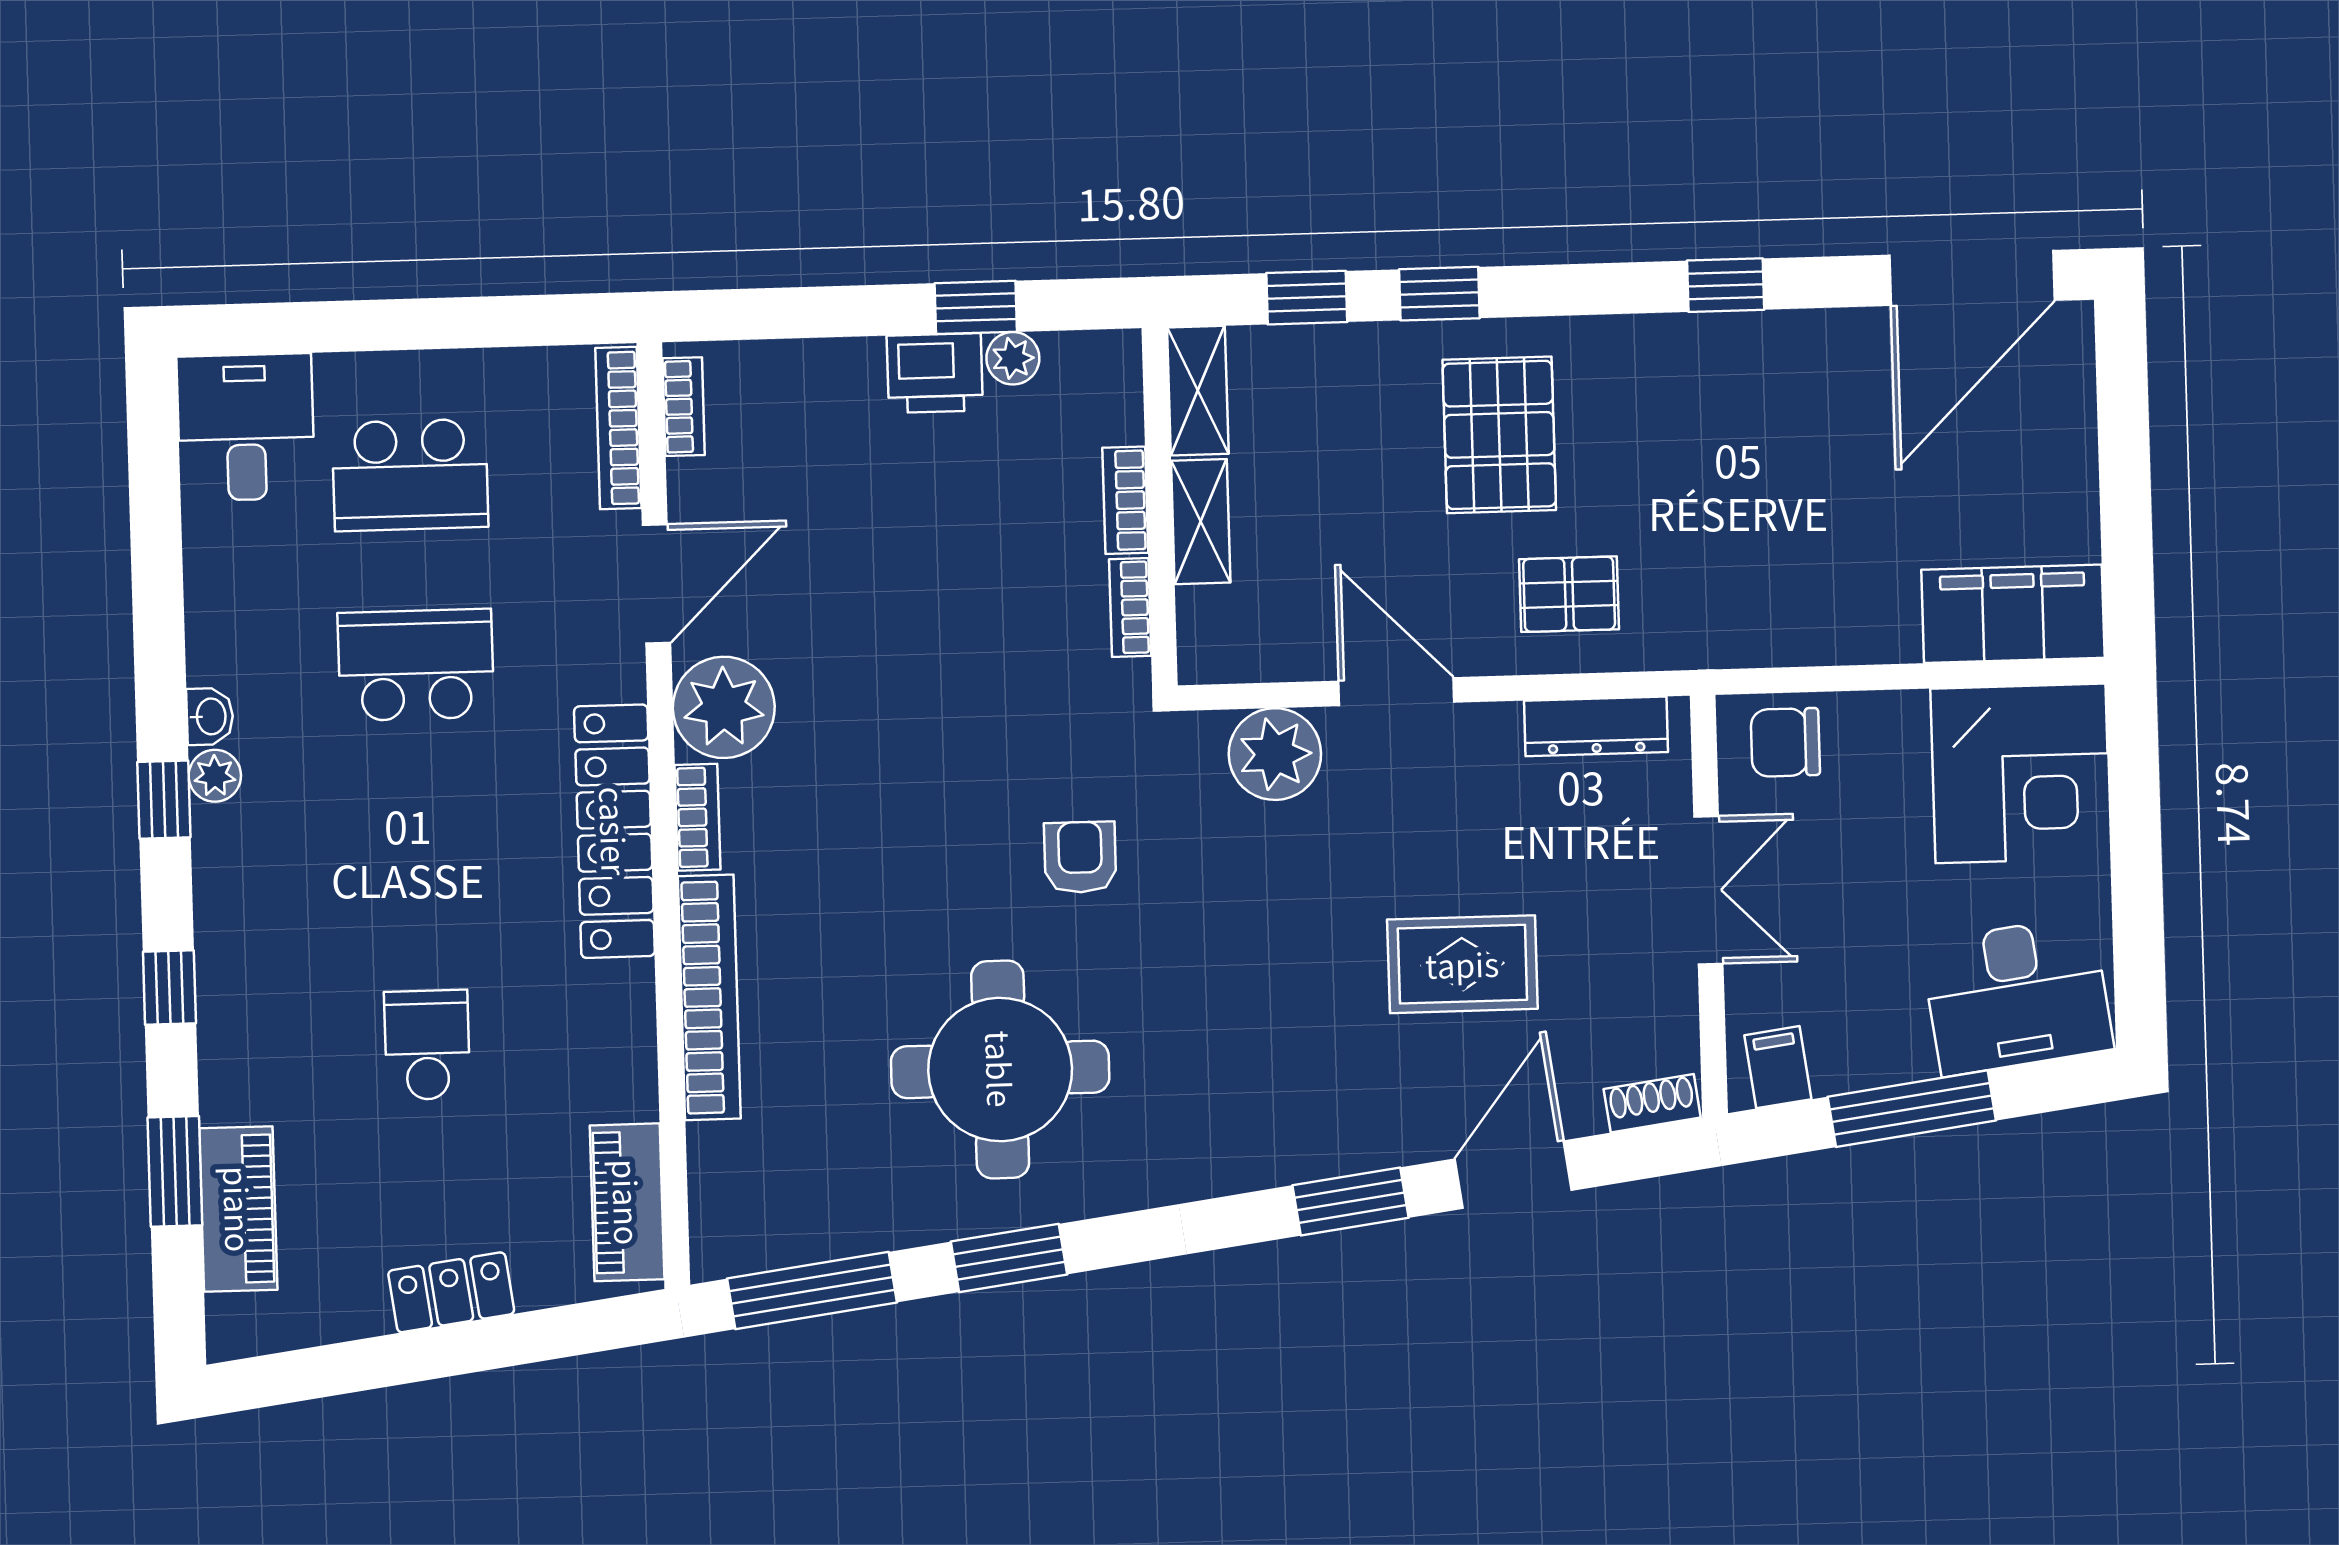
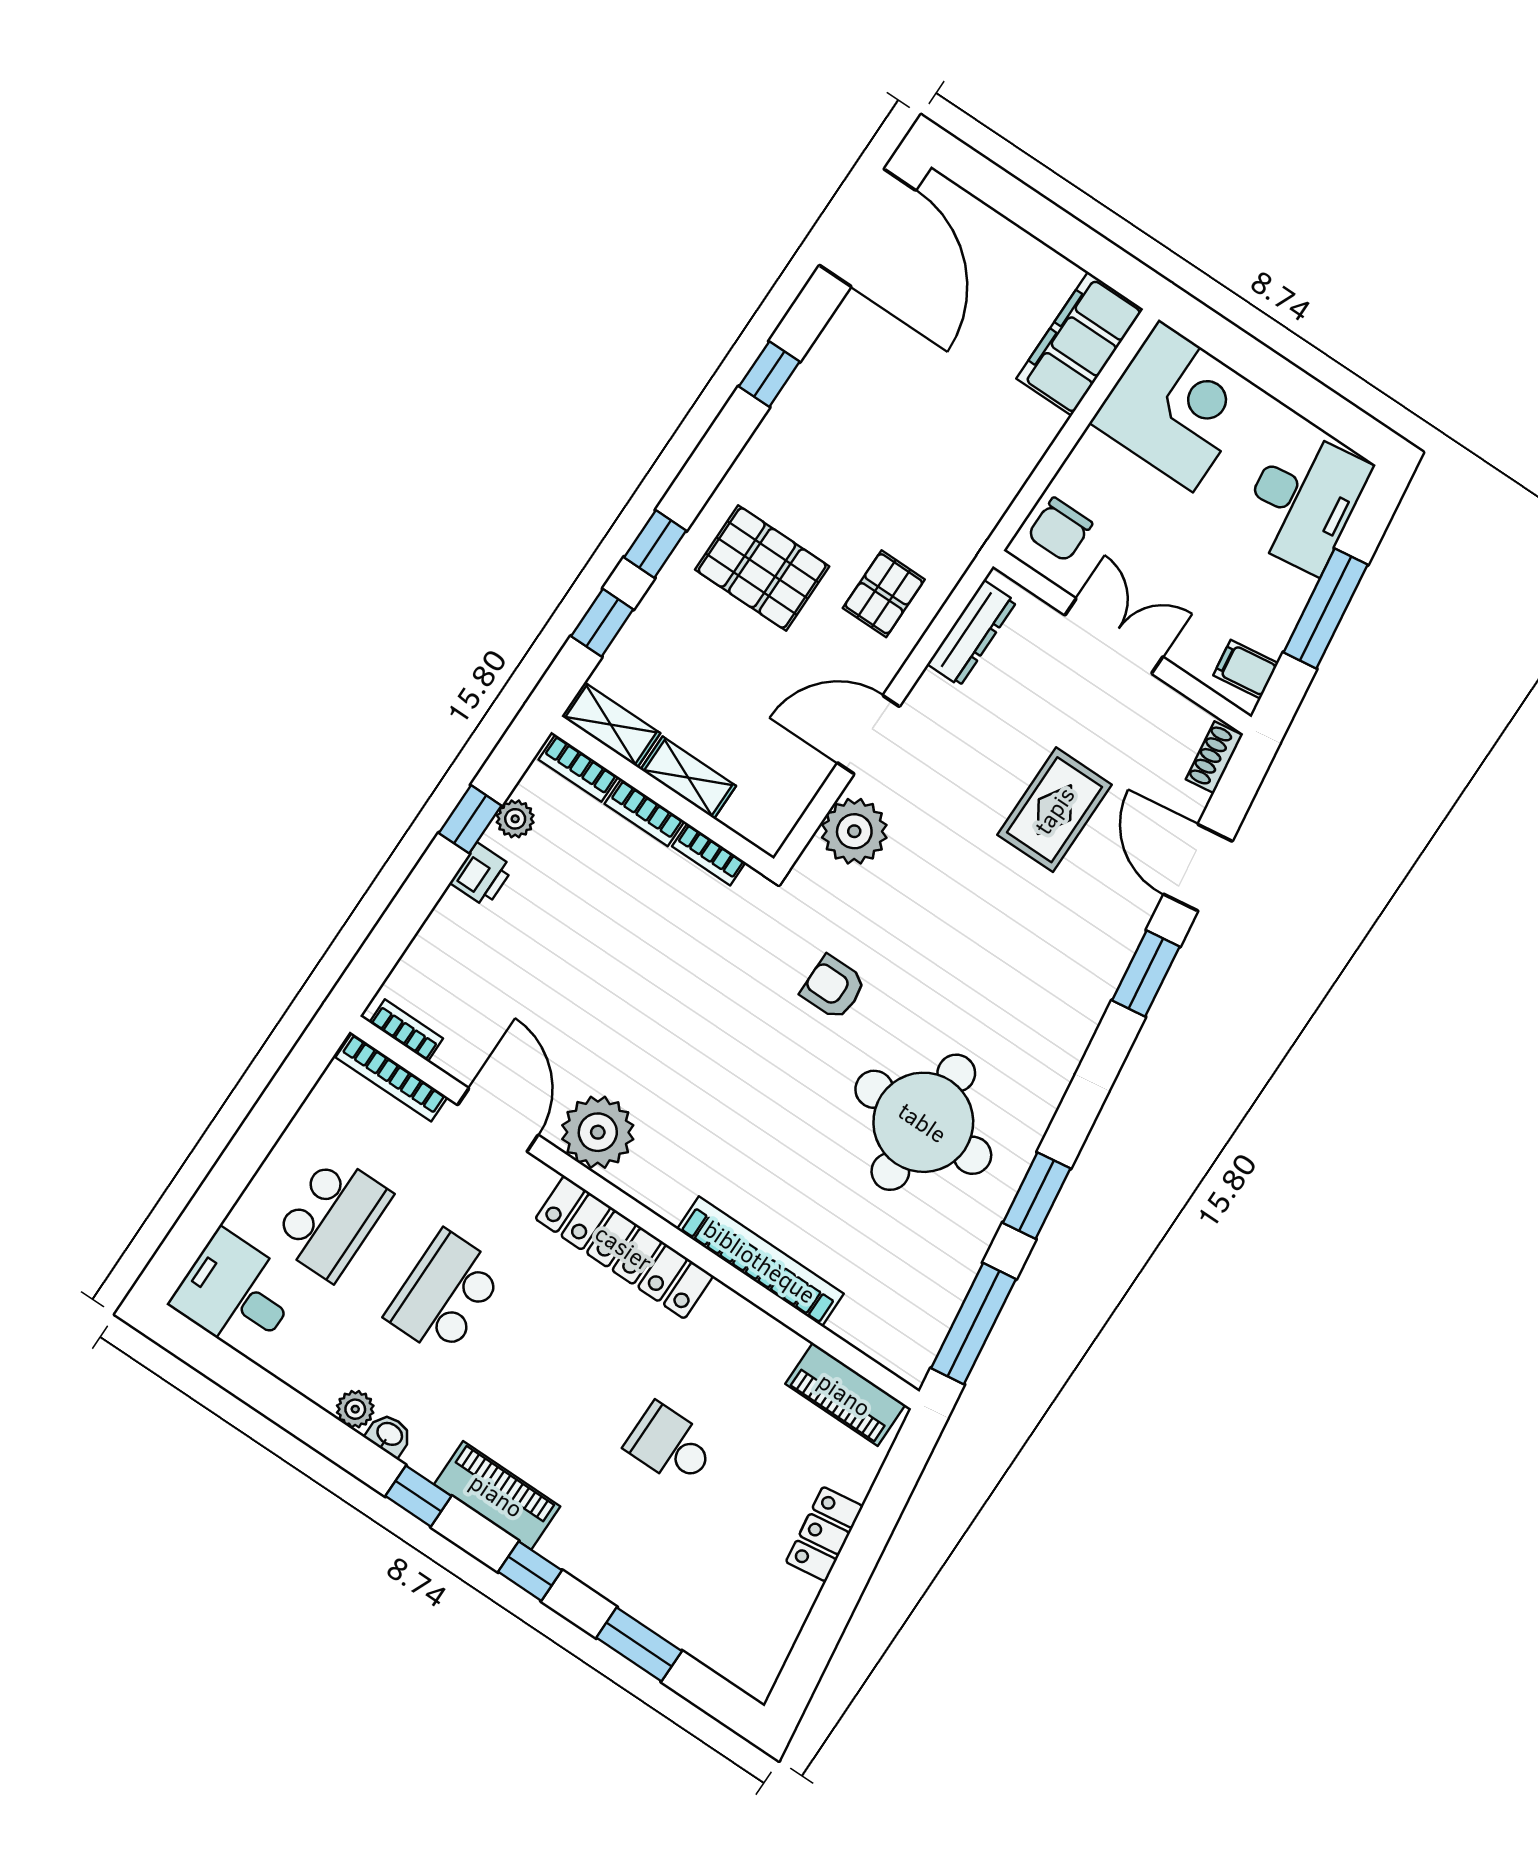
printer: (935, 373) -> (482, 875), width x0.73, depth x0.81
plant: (215, 776) -> (355, 1409), moved
bookcase: (697, 817) -> (578, 768), moved, turned 180
piano: (238, 1209) -> (497, 1495), moved

